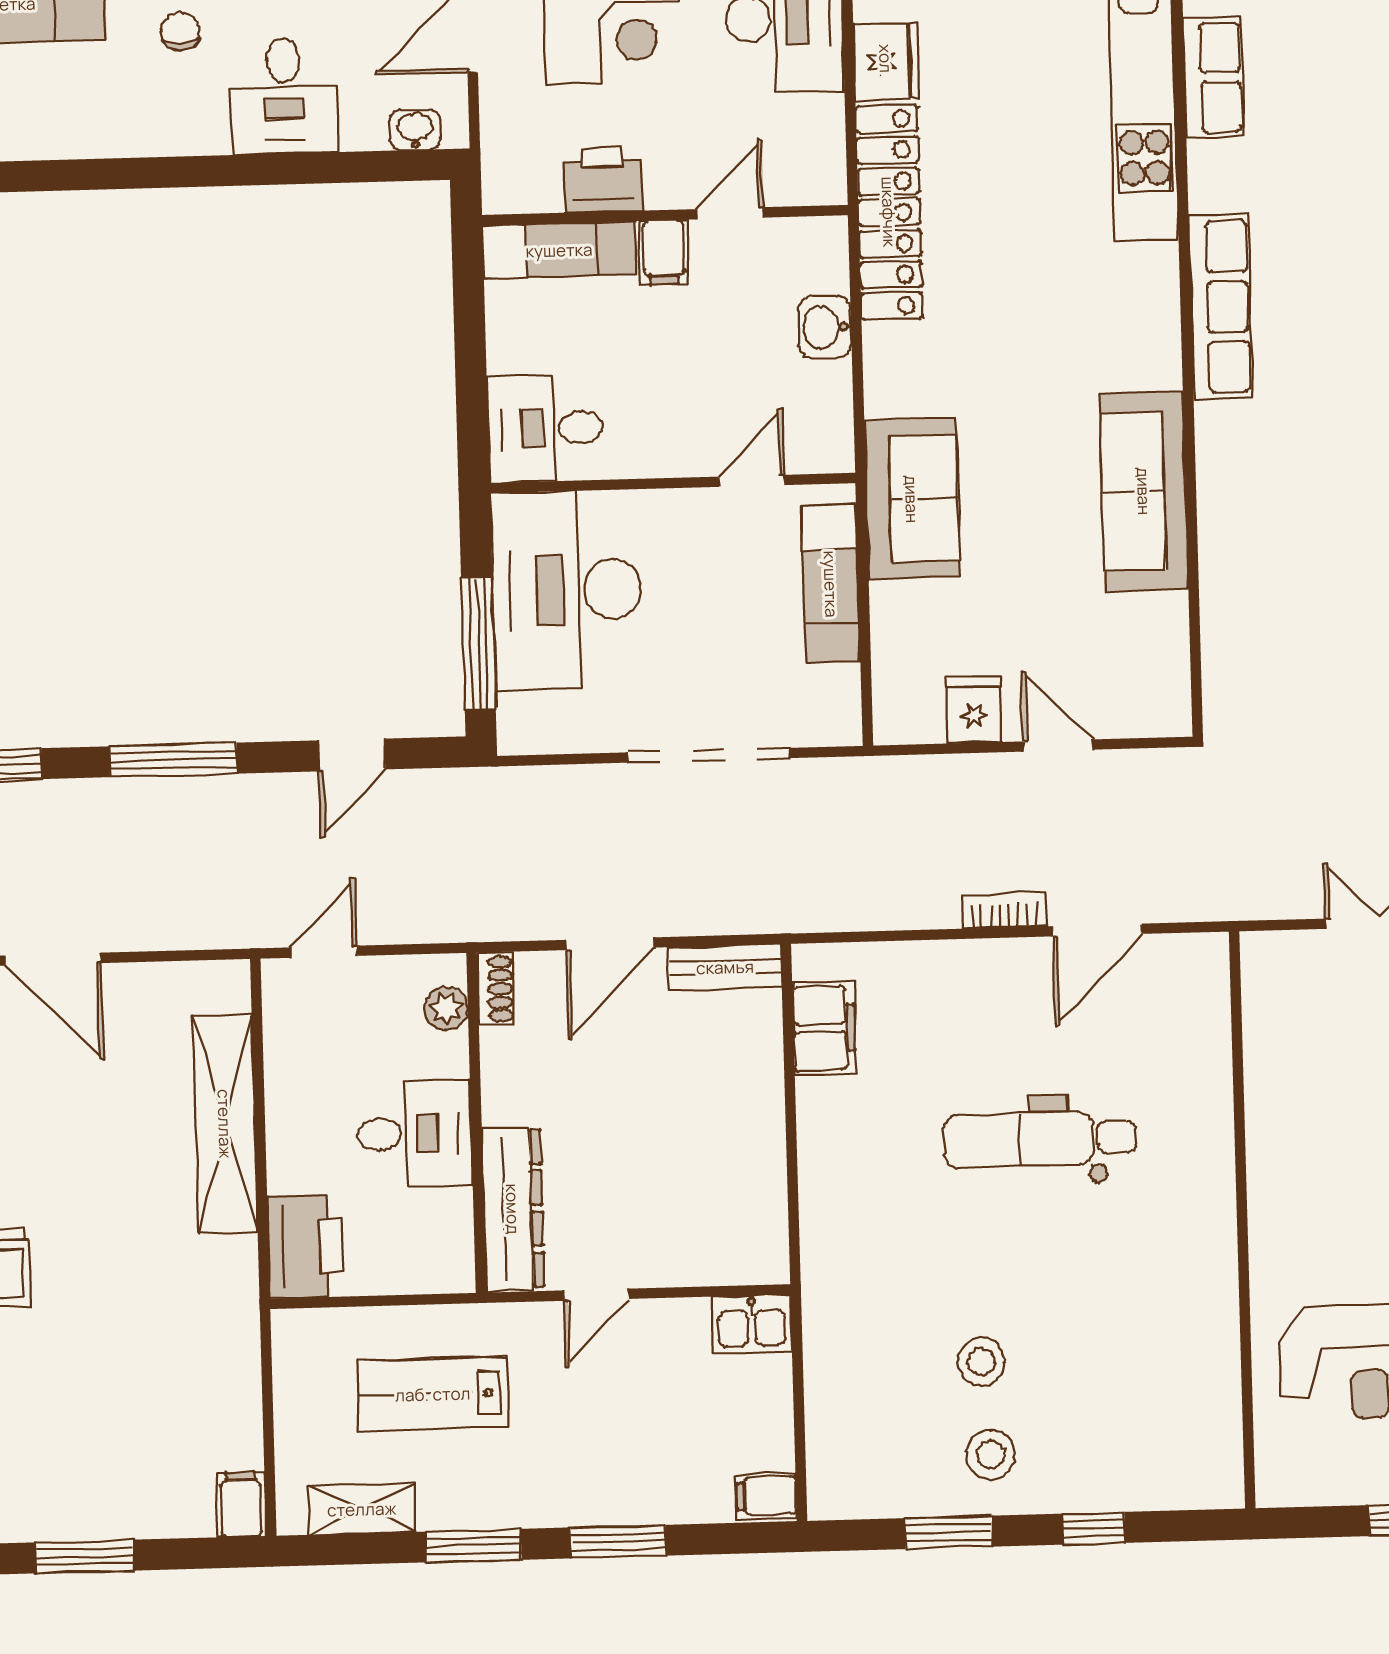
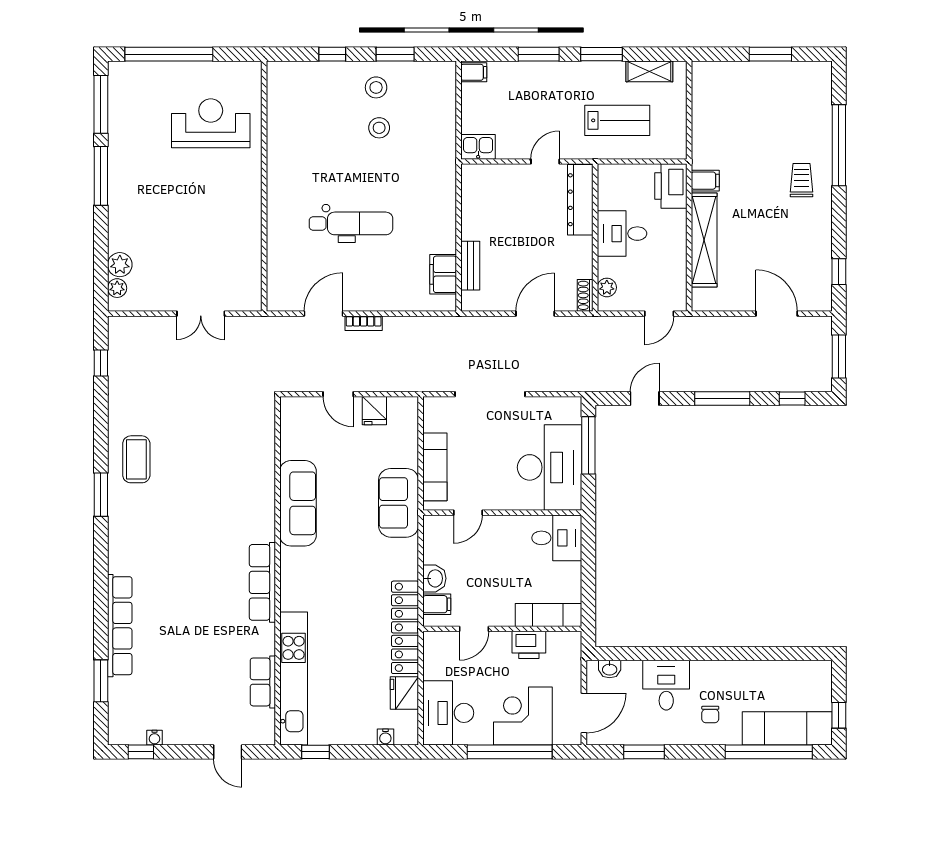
filing cabinet: (664, 252) -> (437, 604), moved, turned 90
bench: (725, 967) -> (470, 266), moved, turned 90
filing cabinet: (241, 1504) -> (705, 181), moved, turned -90

